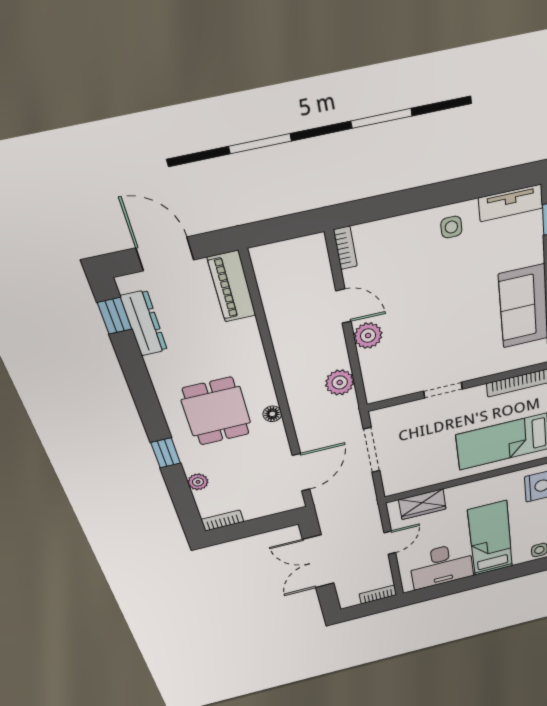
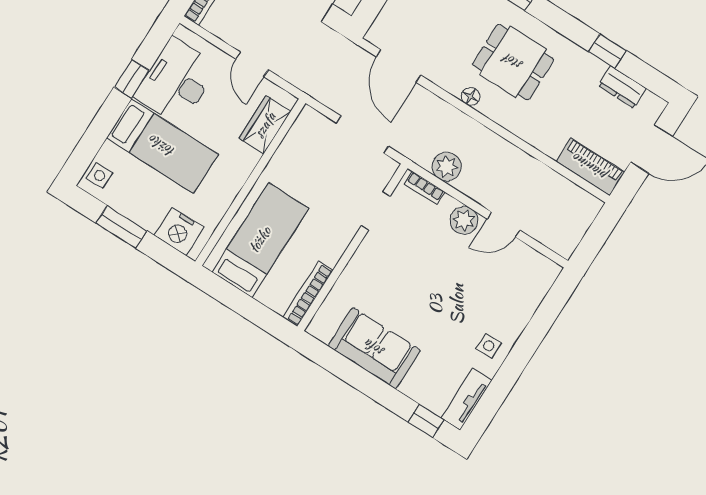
bookcase: (345, 248) -> (424, 188), moved
window: (115, 316) -> (607, 51), moved
dresser: (144, 323) -> (622, 87), width x0.70
doorway: (443, 390) -> (376, 211), moved
window: (462, 585) -> (132, 79), added

